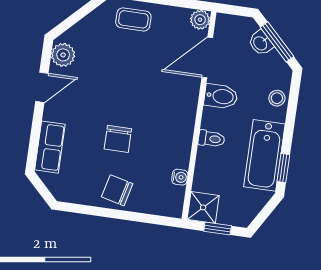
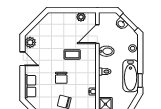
coffee table: (133, 19) -> (72, 54), moved
plant: (200, 20) -> (81, 17), moved
door: (42, 87) -> (22, 59), hinge flipped

